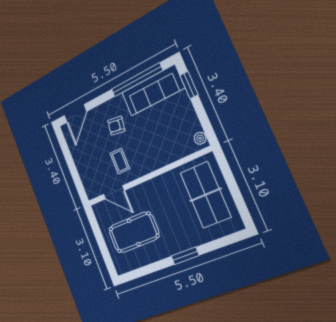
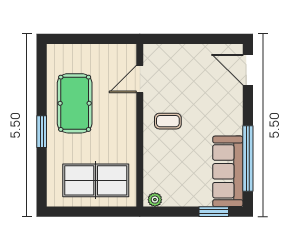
armchair: (116, 126) -> (211, 114), removed
coffee table: (120, 161) -> (168, 121), moved
pool table: (134, 232) -> (75, 103), moved

